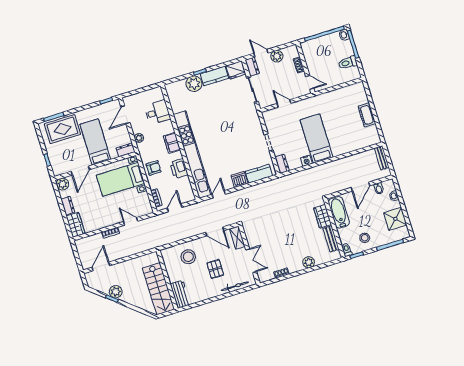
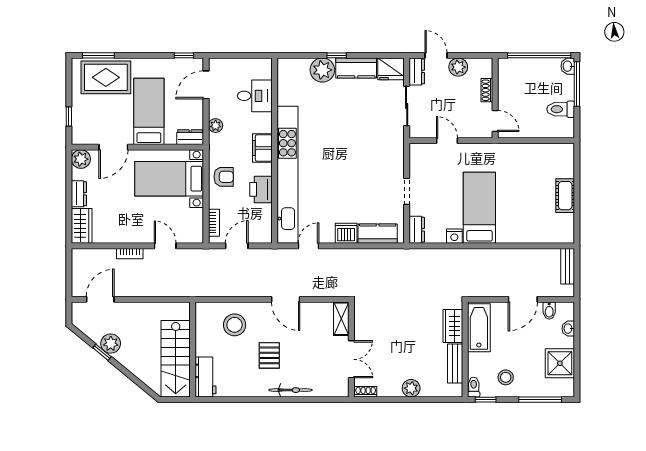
shelving: (237, 238) -> (341, 319), moved
wall: (249, 254) -> (351, 349), moved
double door: (251, 261) -> (351, 359), moved

